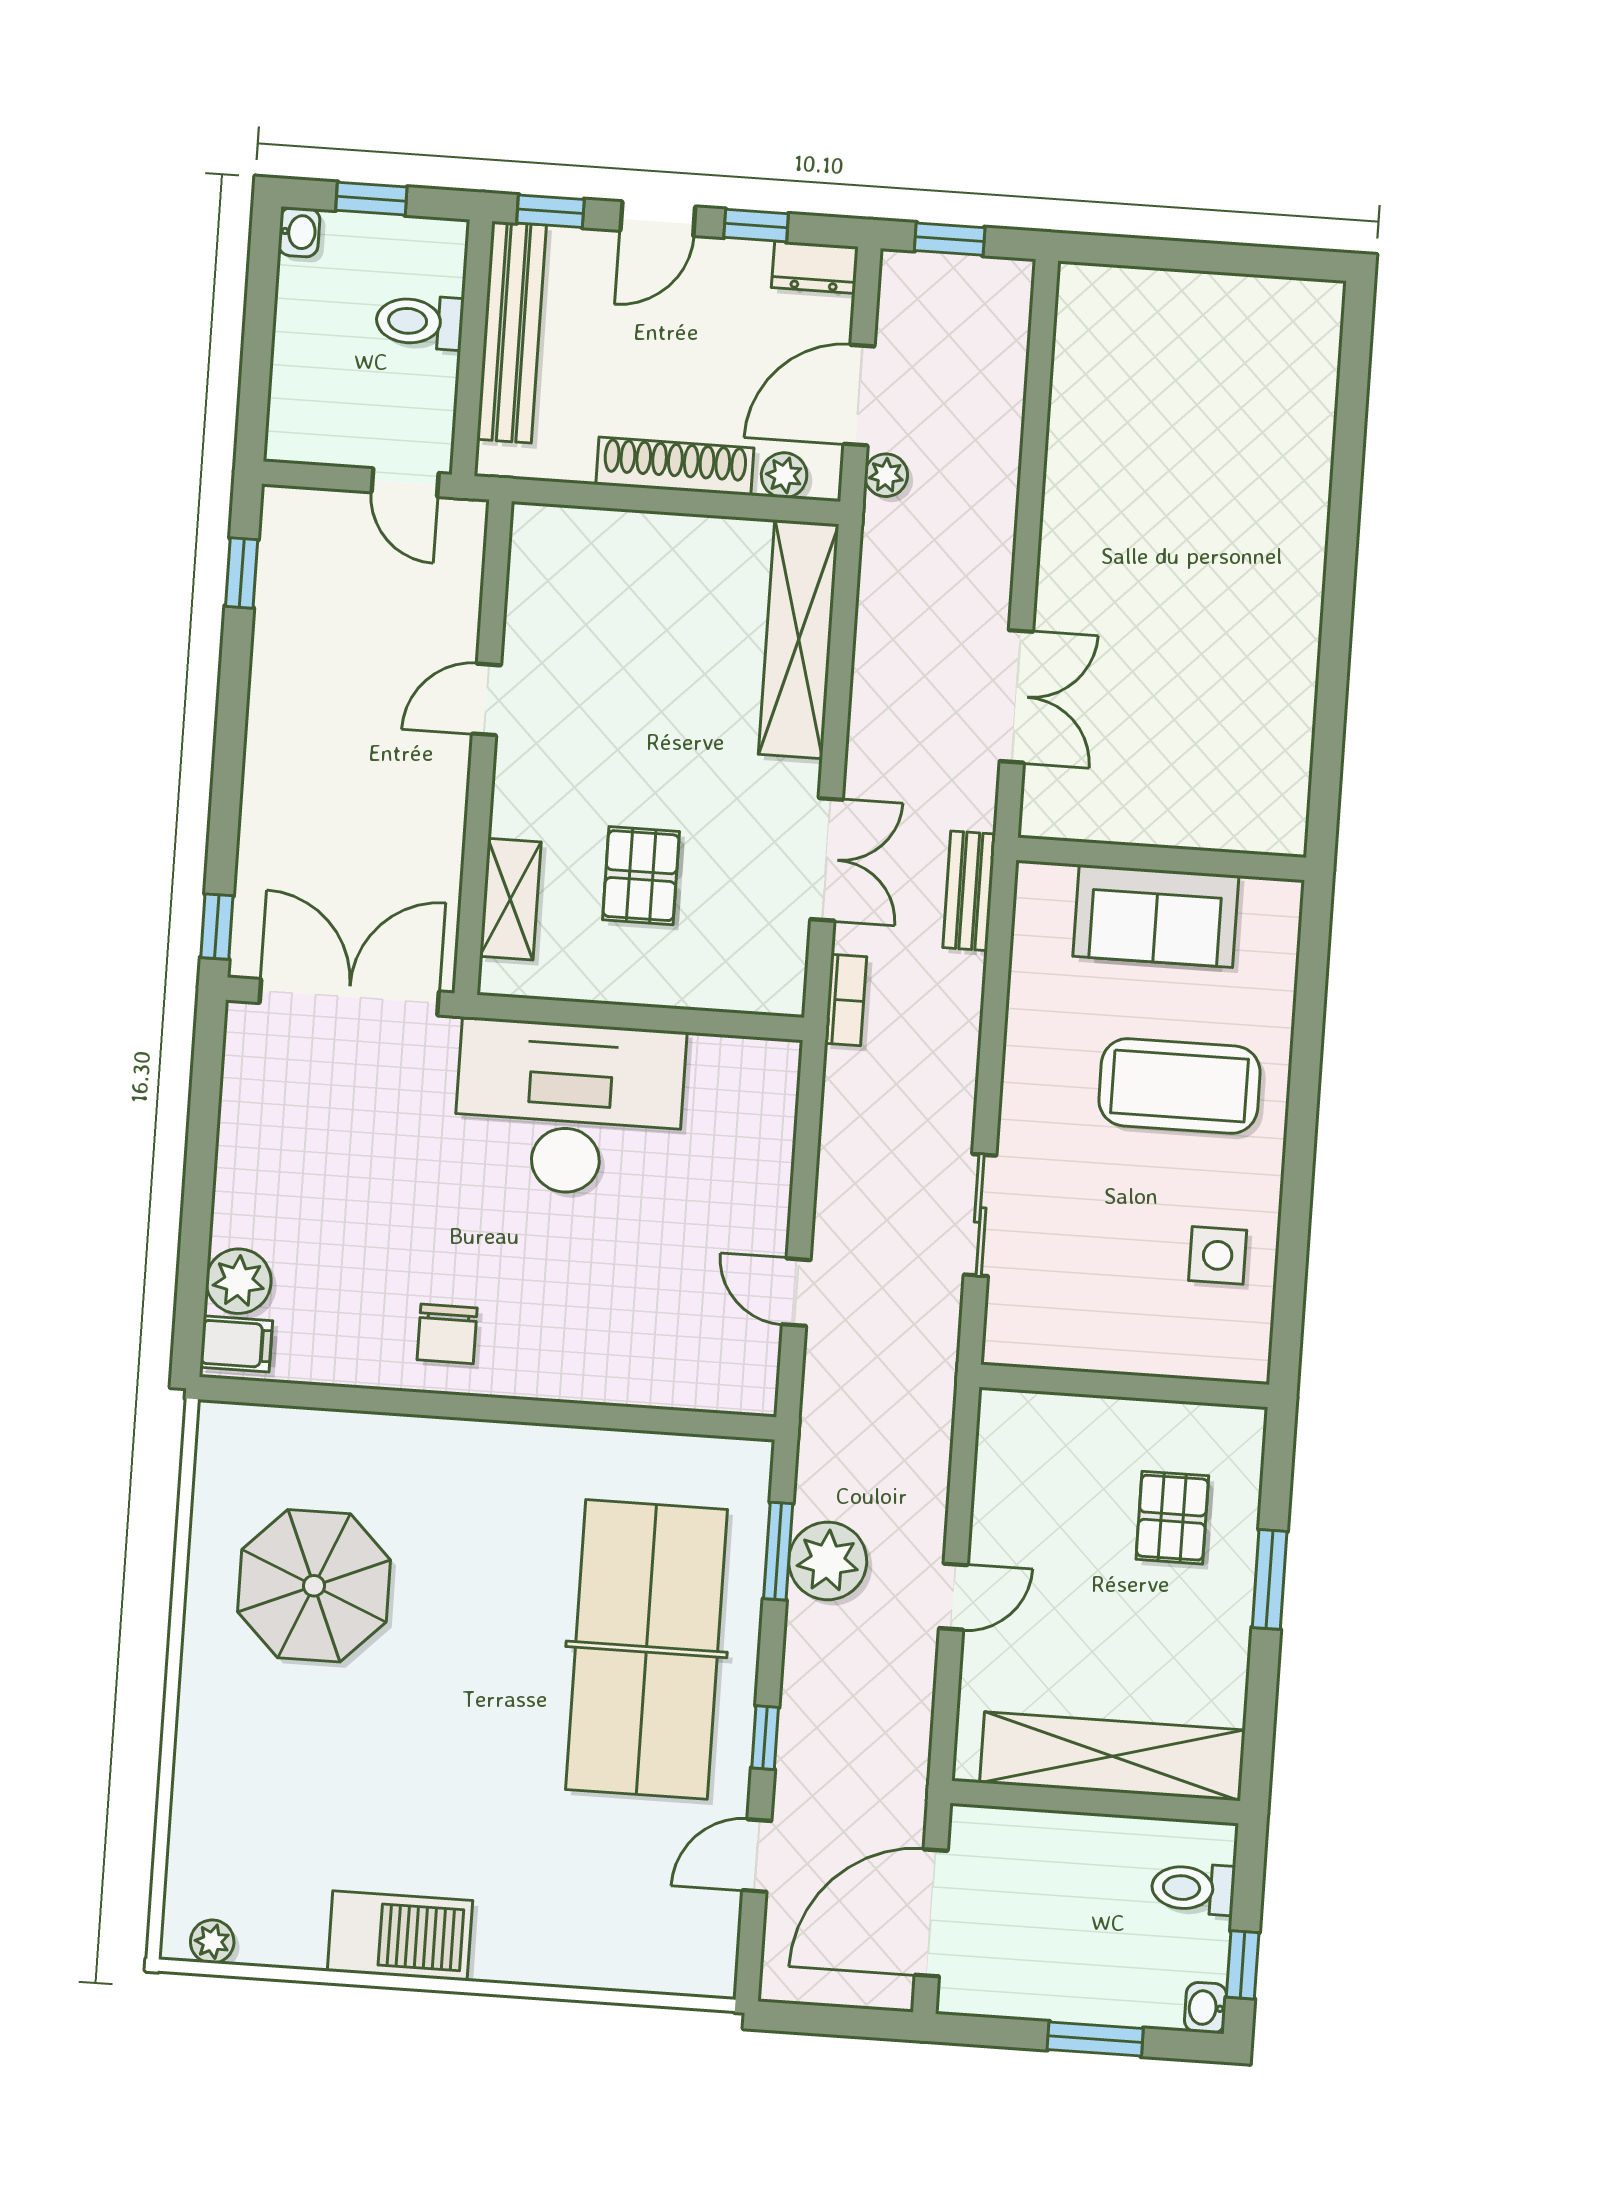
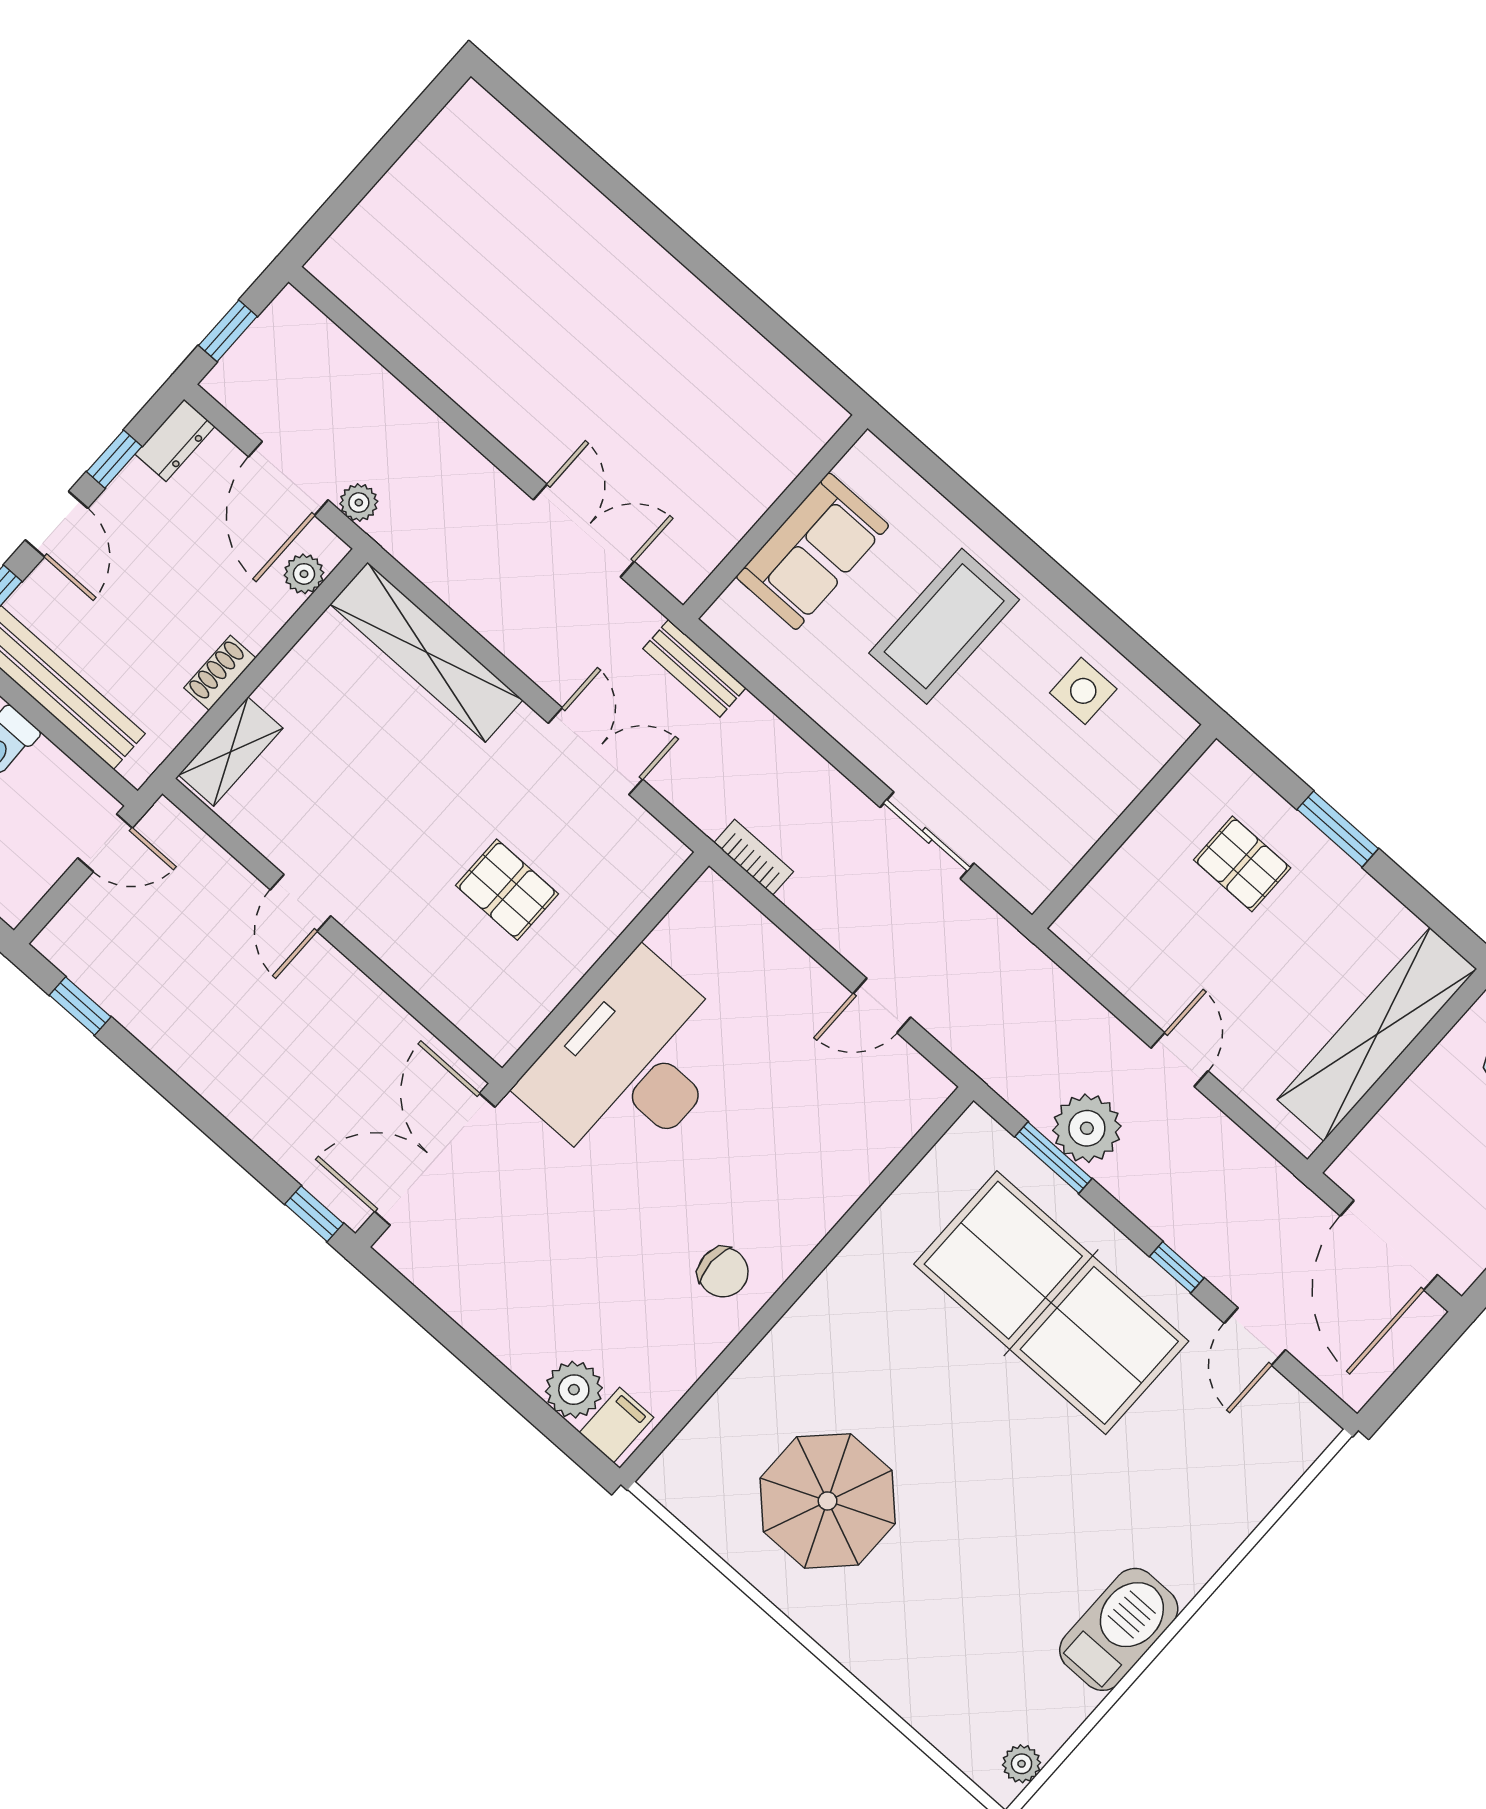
shoe rack: (675, 466) -> (220, 673), width x0.51, depth x0.81
shelving: (510, 899) -> (231, 752), moved, turned 90
bookcase: (846, 1000) -> (754, 857), moved

